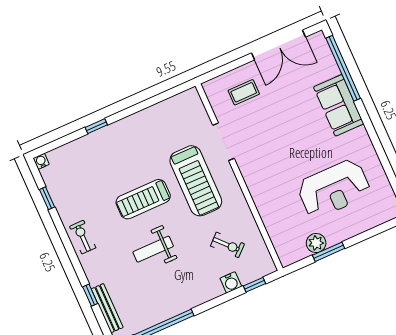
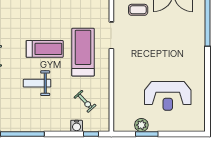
sofa: (339, 105) -> (194, 45), removed
treadmill: (196, 181) -> (83, 52), turned 180
treadmill: (143, 199) -> (45, 49), turned 180

